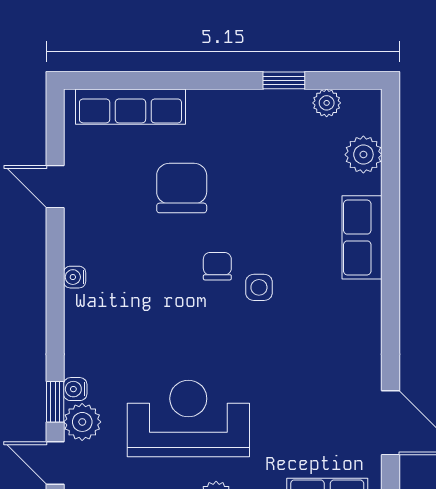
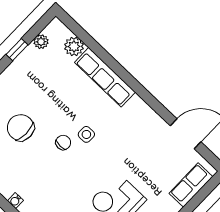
row of seats: (362, 237) -> (105, 77), width x1.48
chair: (217, 266) -> (63, 143), turned 90

